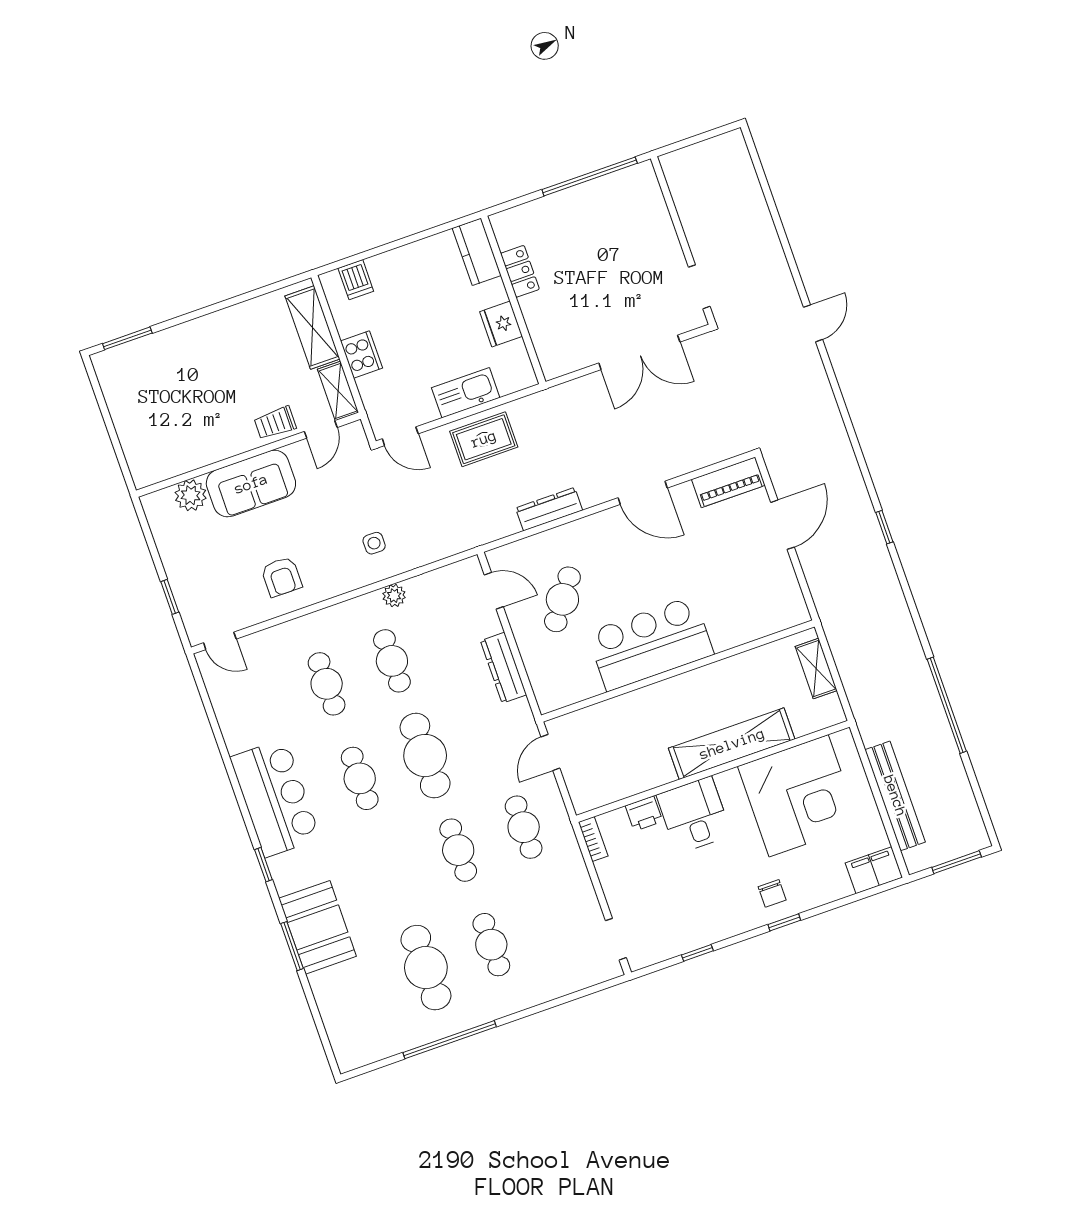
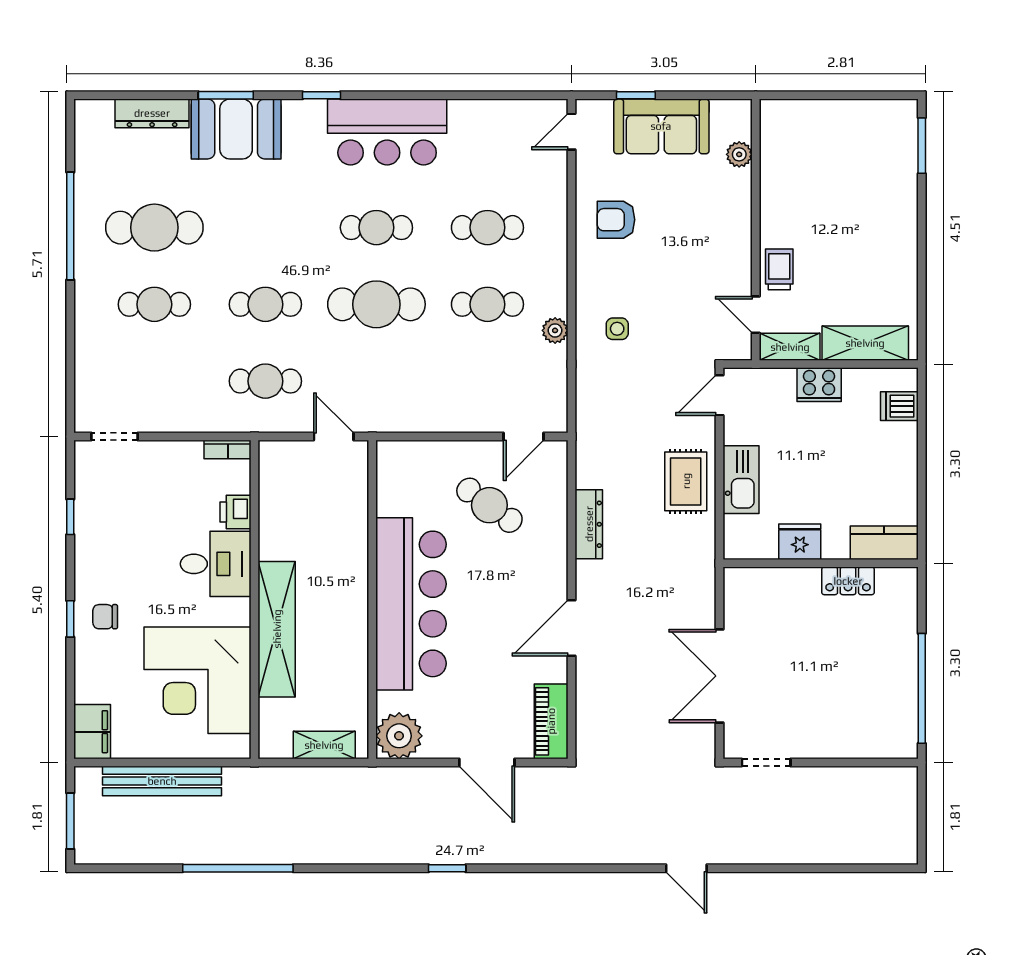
sofa: (251, 484) -> (661, 126), moved, turned -90
plant: (191, 495) -> (739, 154), width x0.73, depth x0.73
plant: (786, 608) -> (399, 736), added
bar counter: (650, 644) -> (411, 604), width x1.36
dresser: (503, 668) -> (152, 113), moved, turned 180

